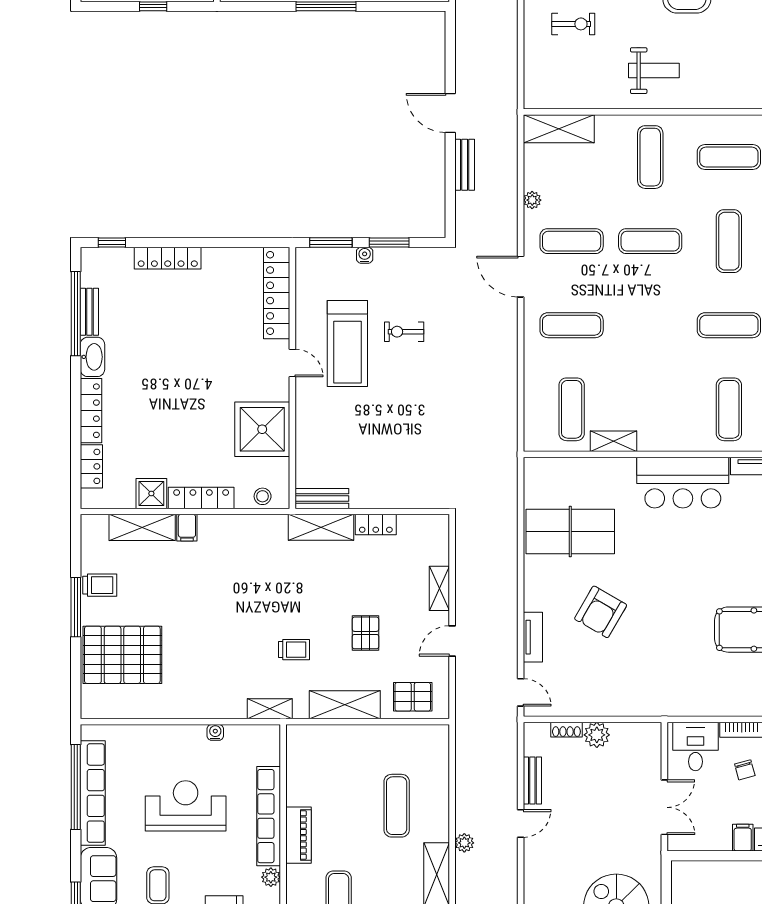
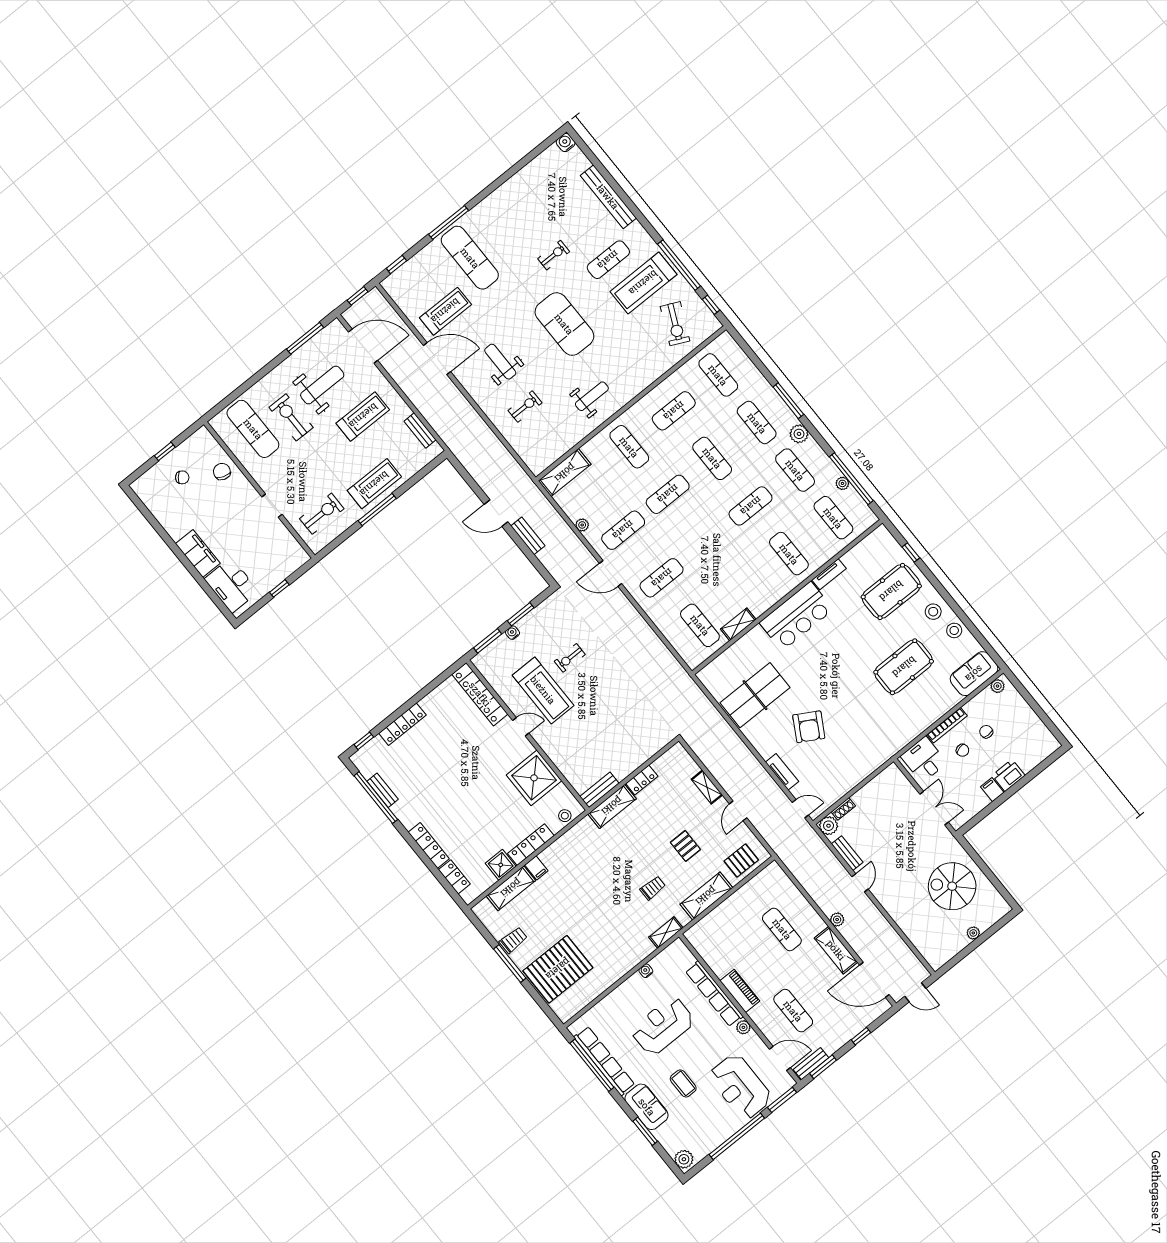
washbasin: (92, 357) -> (405, 814), removed
plant: (597, 735) -> (829, 826), moved

